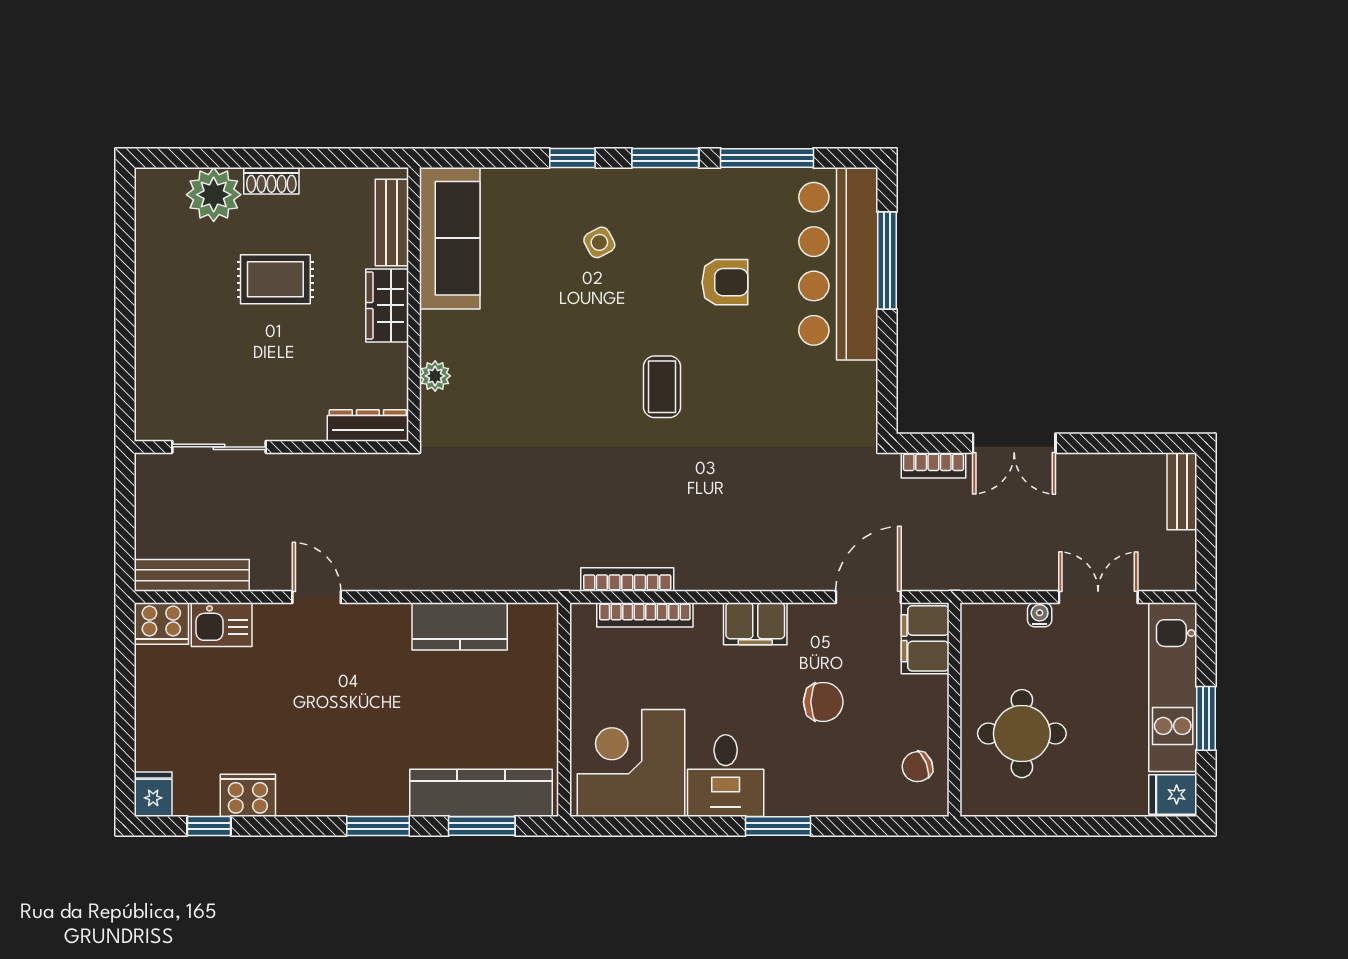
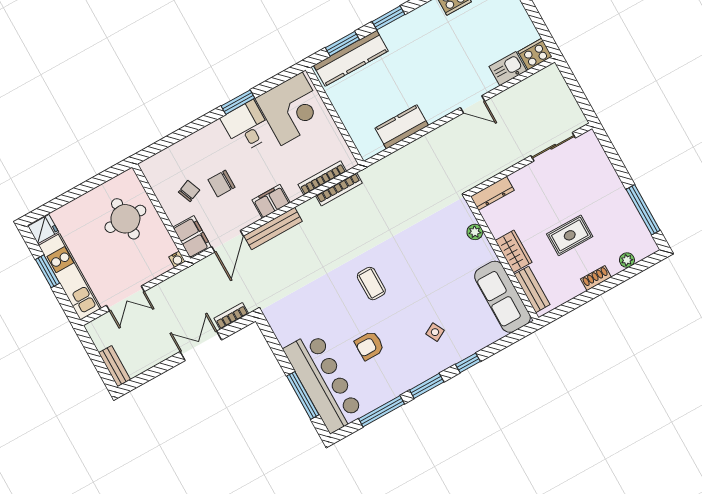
plant: (214, 195) -> (627, 260), width x0.53, depth x0.53
window: (125, 253) -> (643, 210), added
bench: (192, 575) -> (273, 229), moved
water cooler: (1040, 615) -> (177, 259), moved
chair: (917, 767) -> (189, 191), moved
window: (778, 826) -> (238, 102), moved

